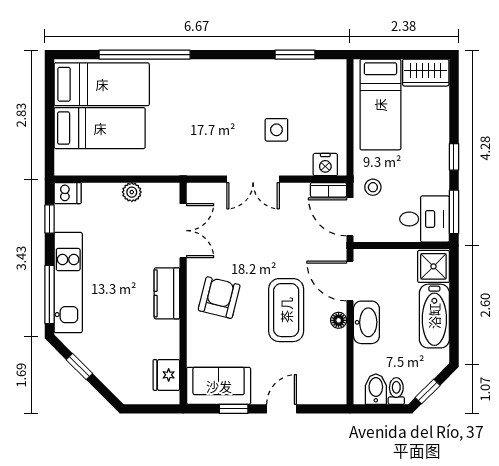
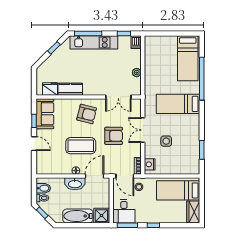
bed: (100, 128) -> (178, 104), moved, turned 90
door: (350, 217) -> (125, 176), swing flipped
armchair: (265, 241) -> (114, 136), added
kitchen counter: (167, 293) -> (70, 89), moved

